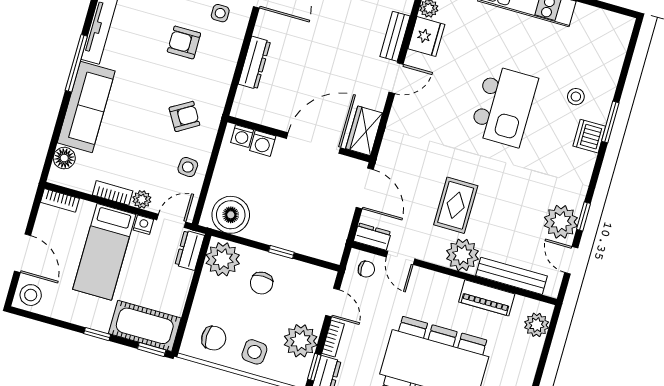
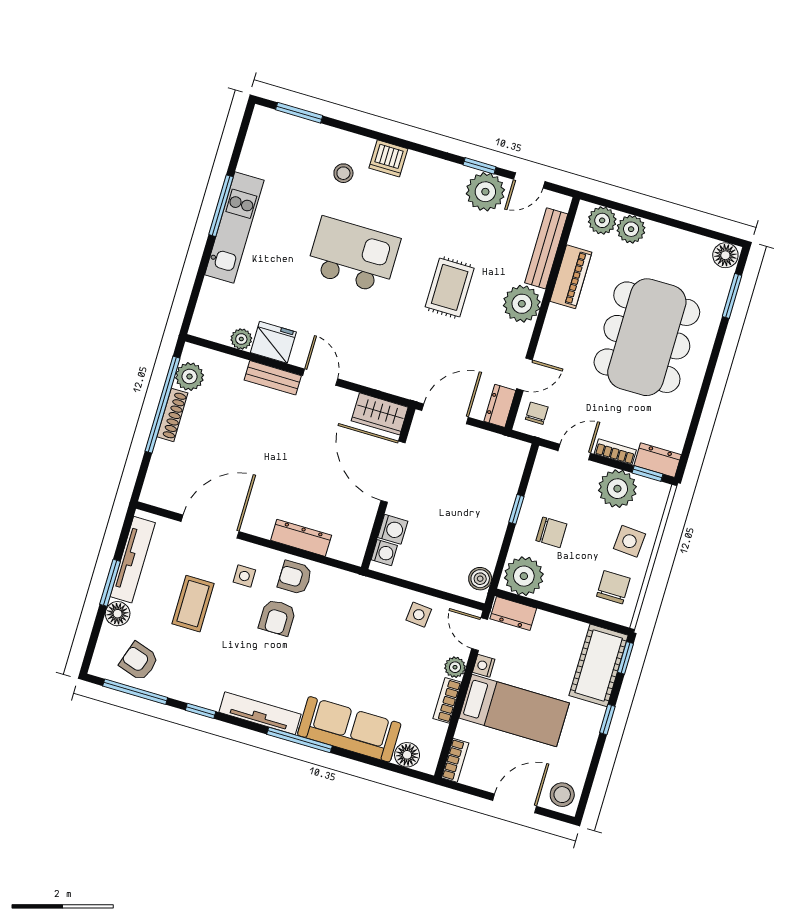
armchair: (184, 116) -> (295, 577), moved, turned -59
window: (610, 122) -> (299, 113), moved
rug: (456, 205) -> (450, 287), moved, turned 90
boiler: (231, 215) -> (480, 579), width x0.54, depth x0.54
plant: (529, 350) -> (631, 229), added

